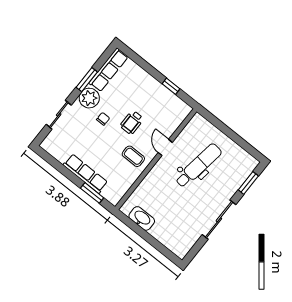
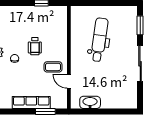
door: (165, 147) -> (69, 81), moved

